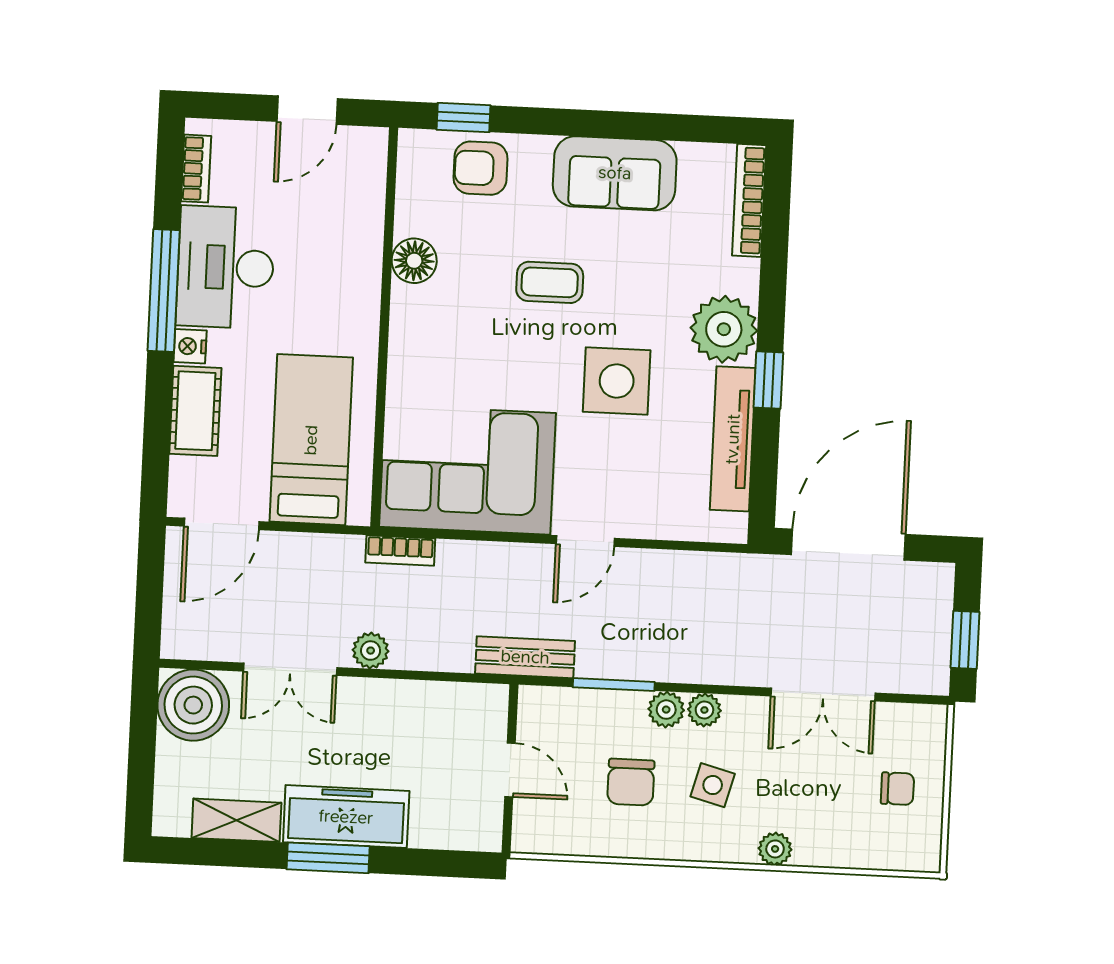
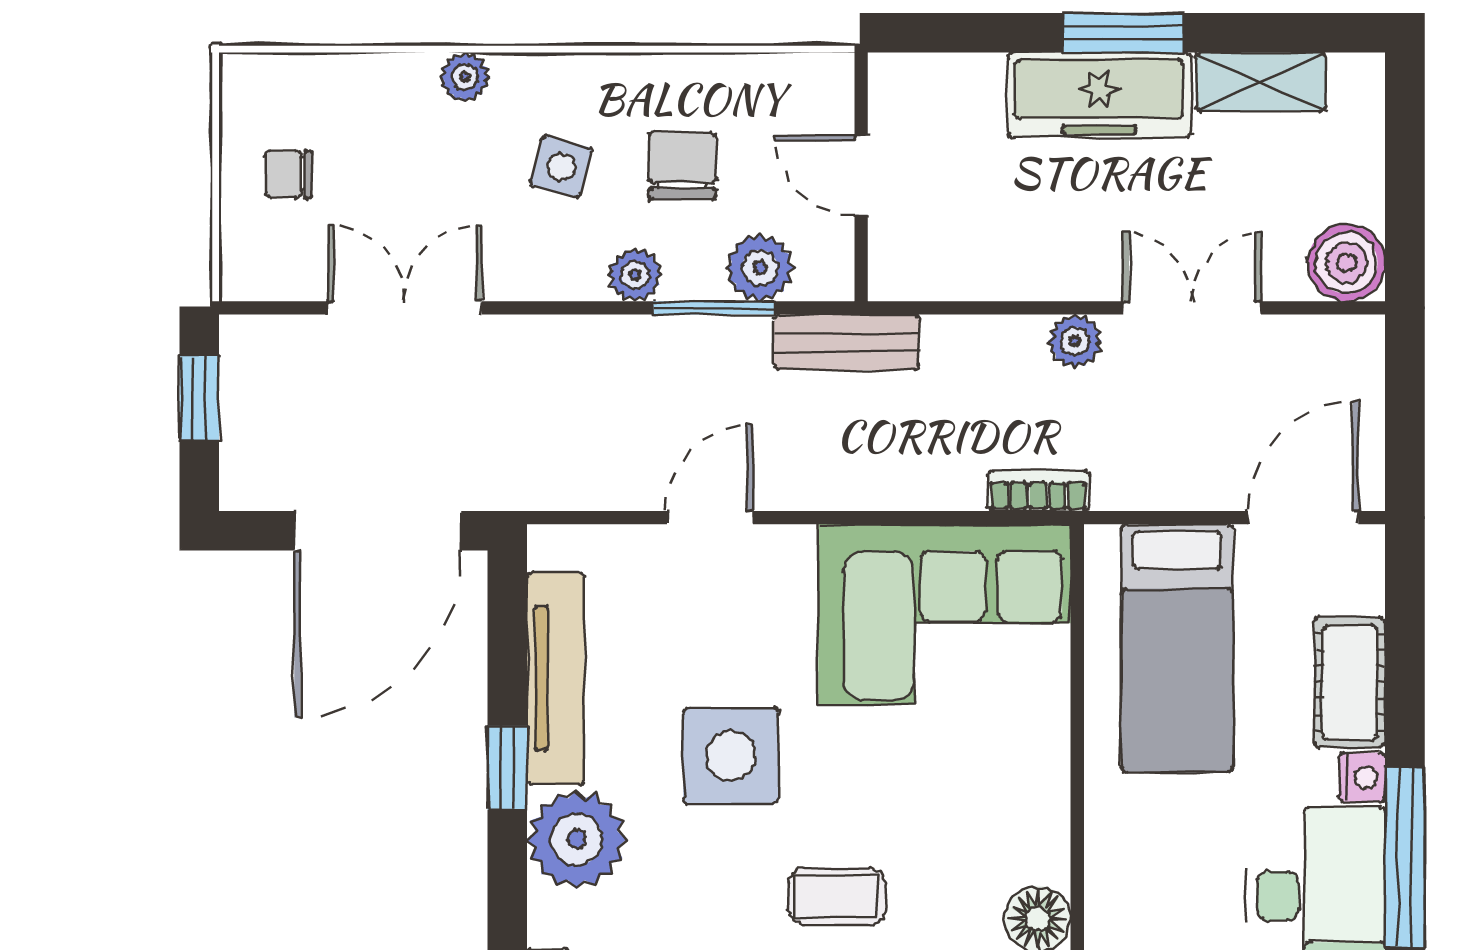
door: (585, 541) -> (710, 518), moved
boiler: (193, 705) -> (1347, 263), width x0.73, depth x0.73
plant: (704, 710) -> (760, 268), moved, width x1.38, depth x1.38

